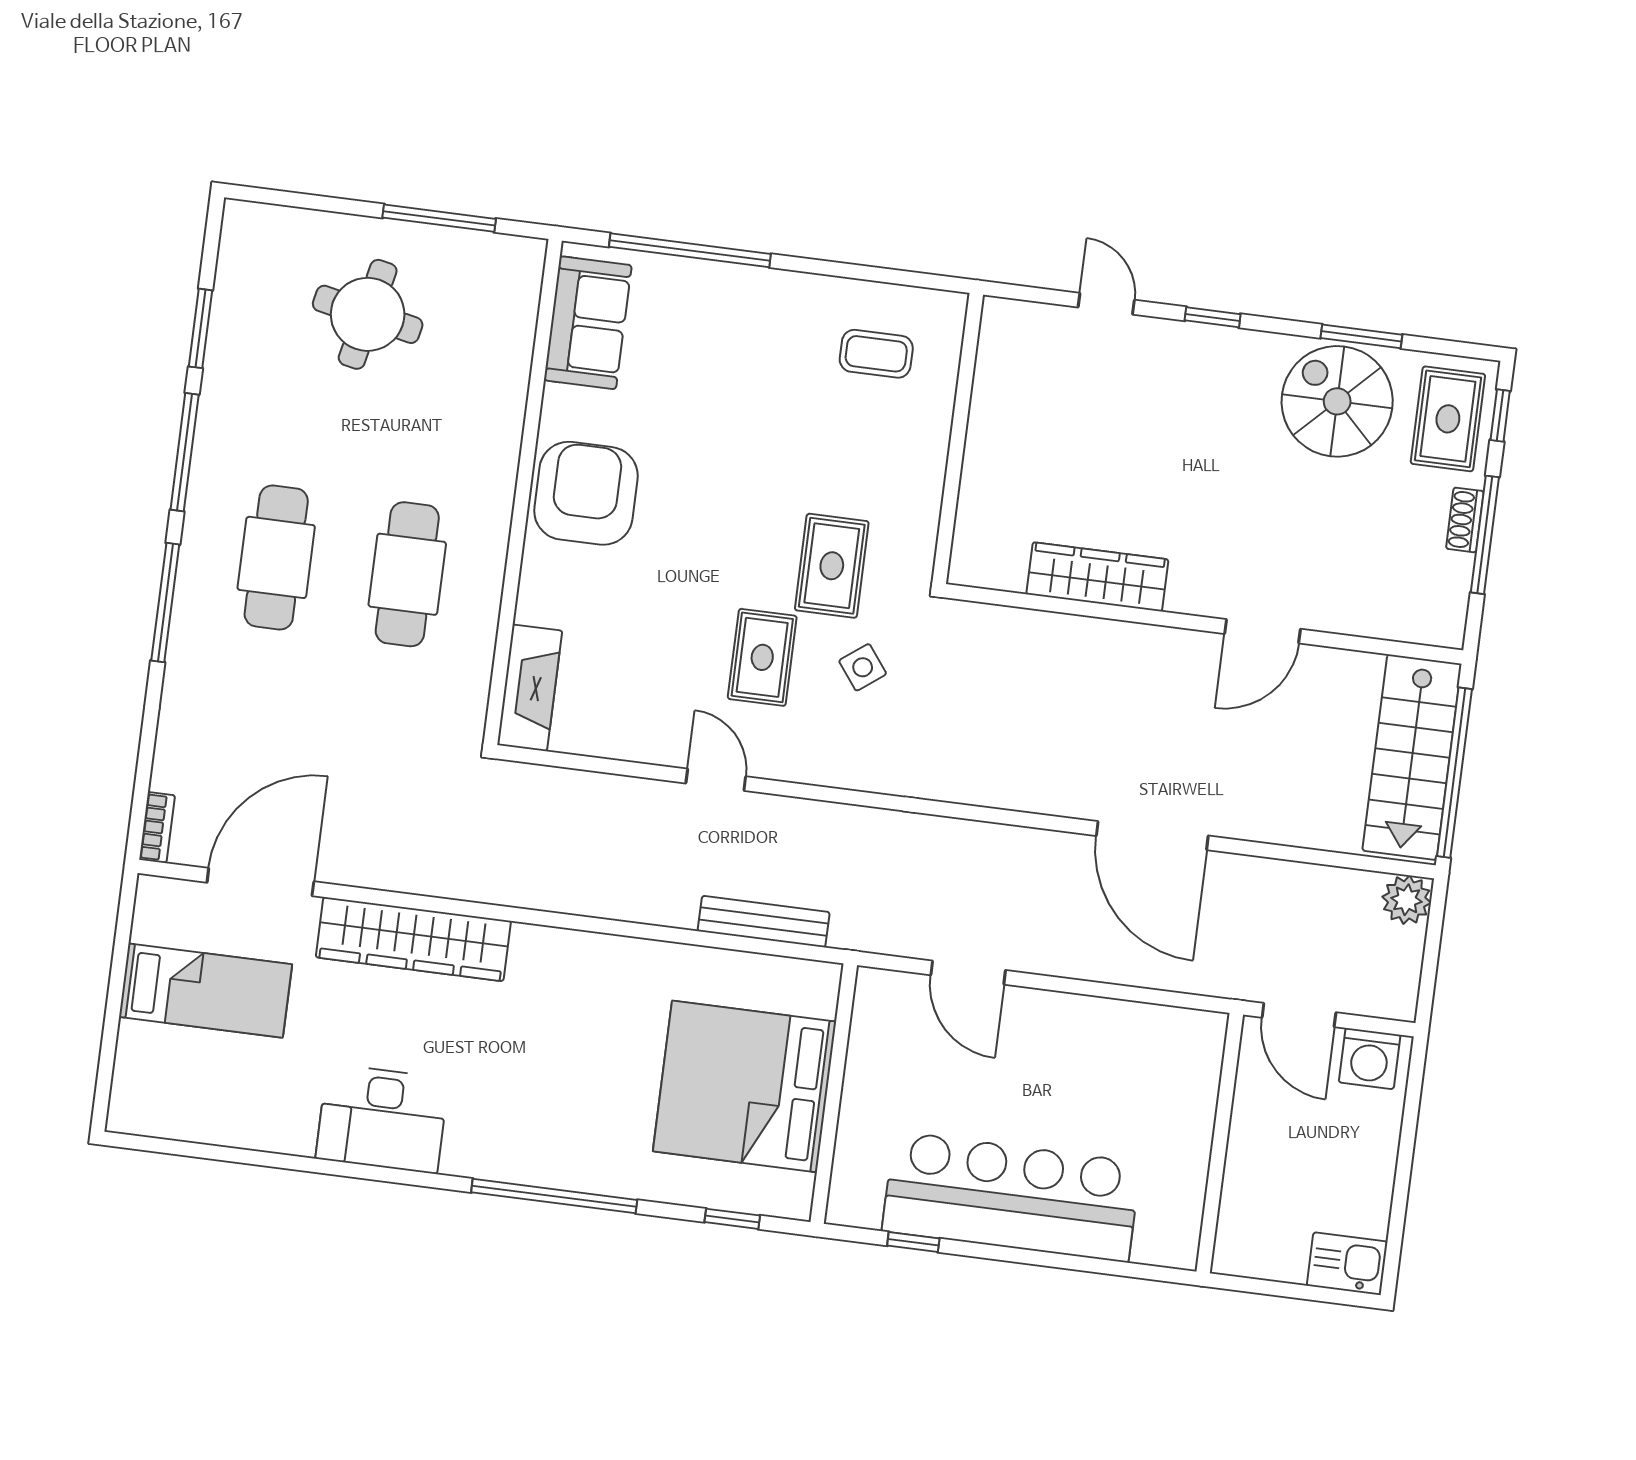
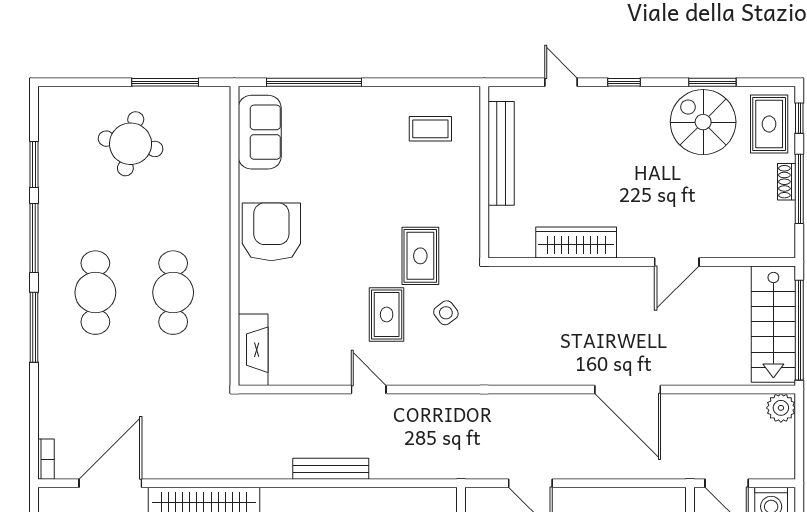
bench: (990, 411) -> (501, 153), added
bench: (764, 922) -> (331, 469), moved

